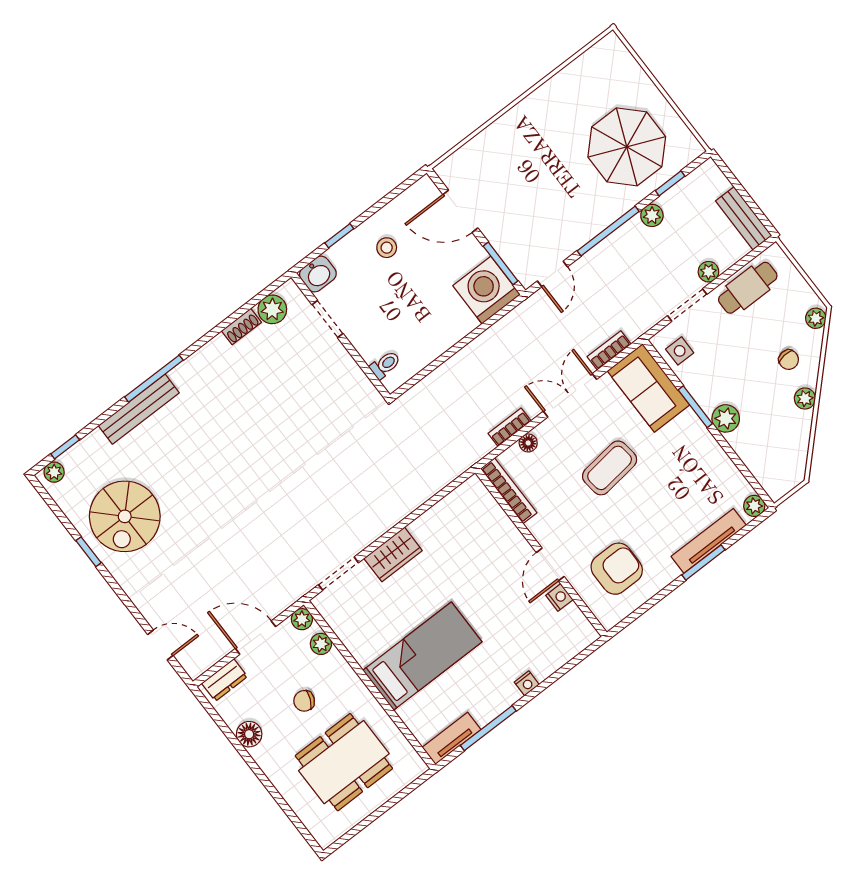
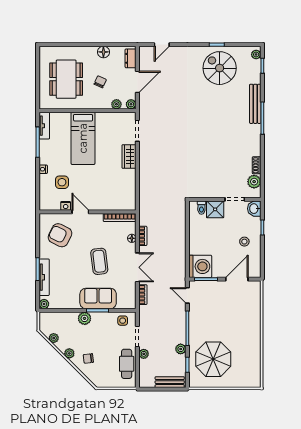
bench: (744, 218) -> (170, 382), moved
plant: (816, 318) -> (54, 338), moved
shower: (370, 339) -> (215, 209), added
sofa: (648, 388) -> (98, 298), moved
armchair: (617, 569) -> (60, 235), turned 116
side table: (524, 635) -> (62, 182), added

